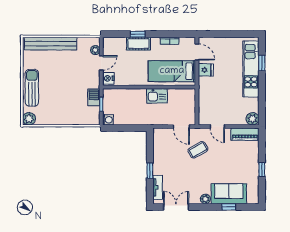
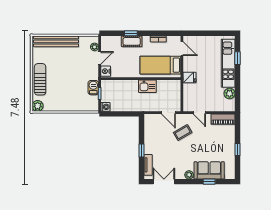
fridge: (206, 70) -> (189, 77), moved
plant: (253, 119) -> (230, 94), moved

